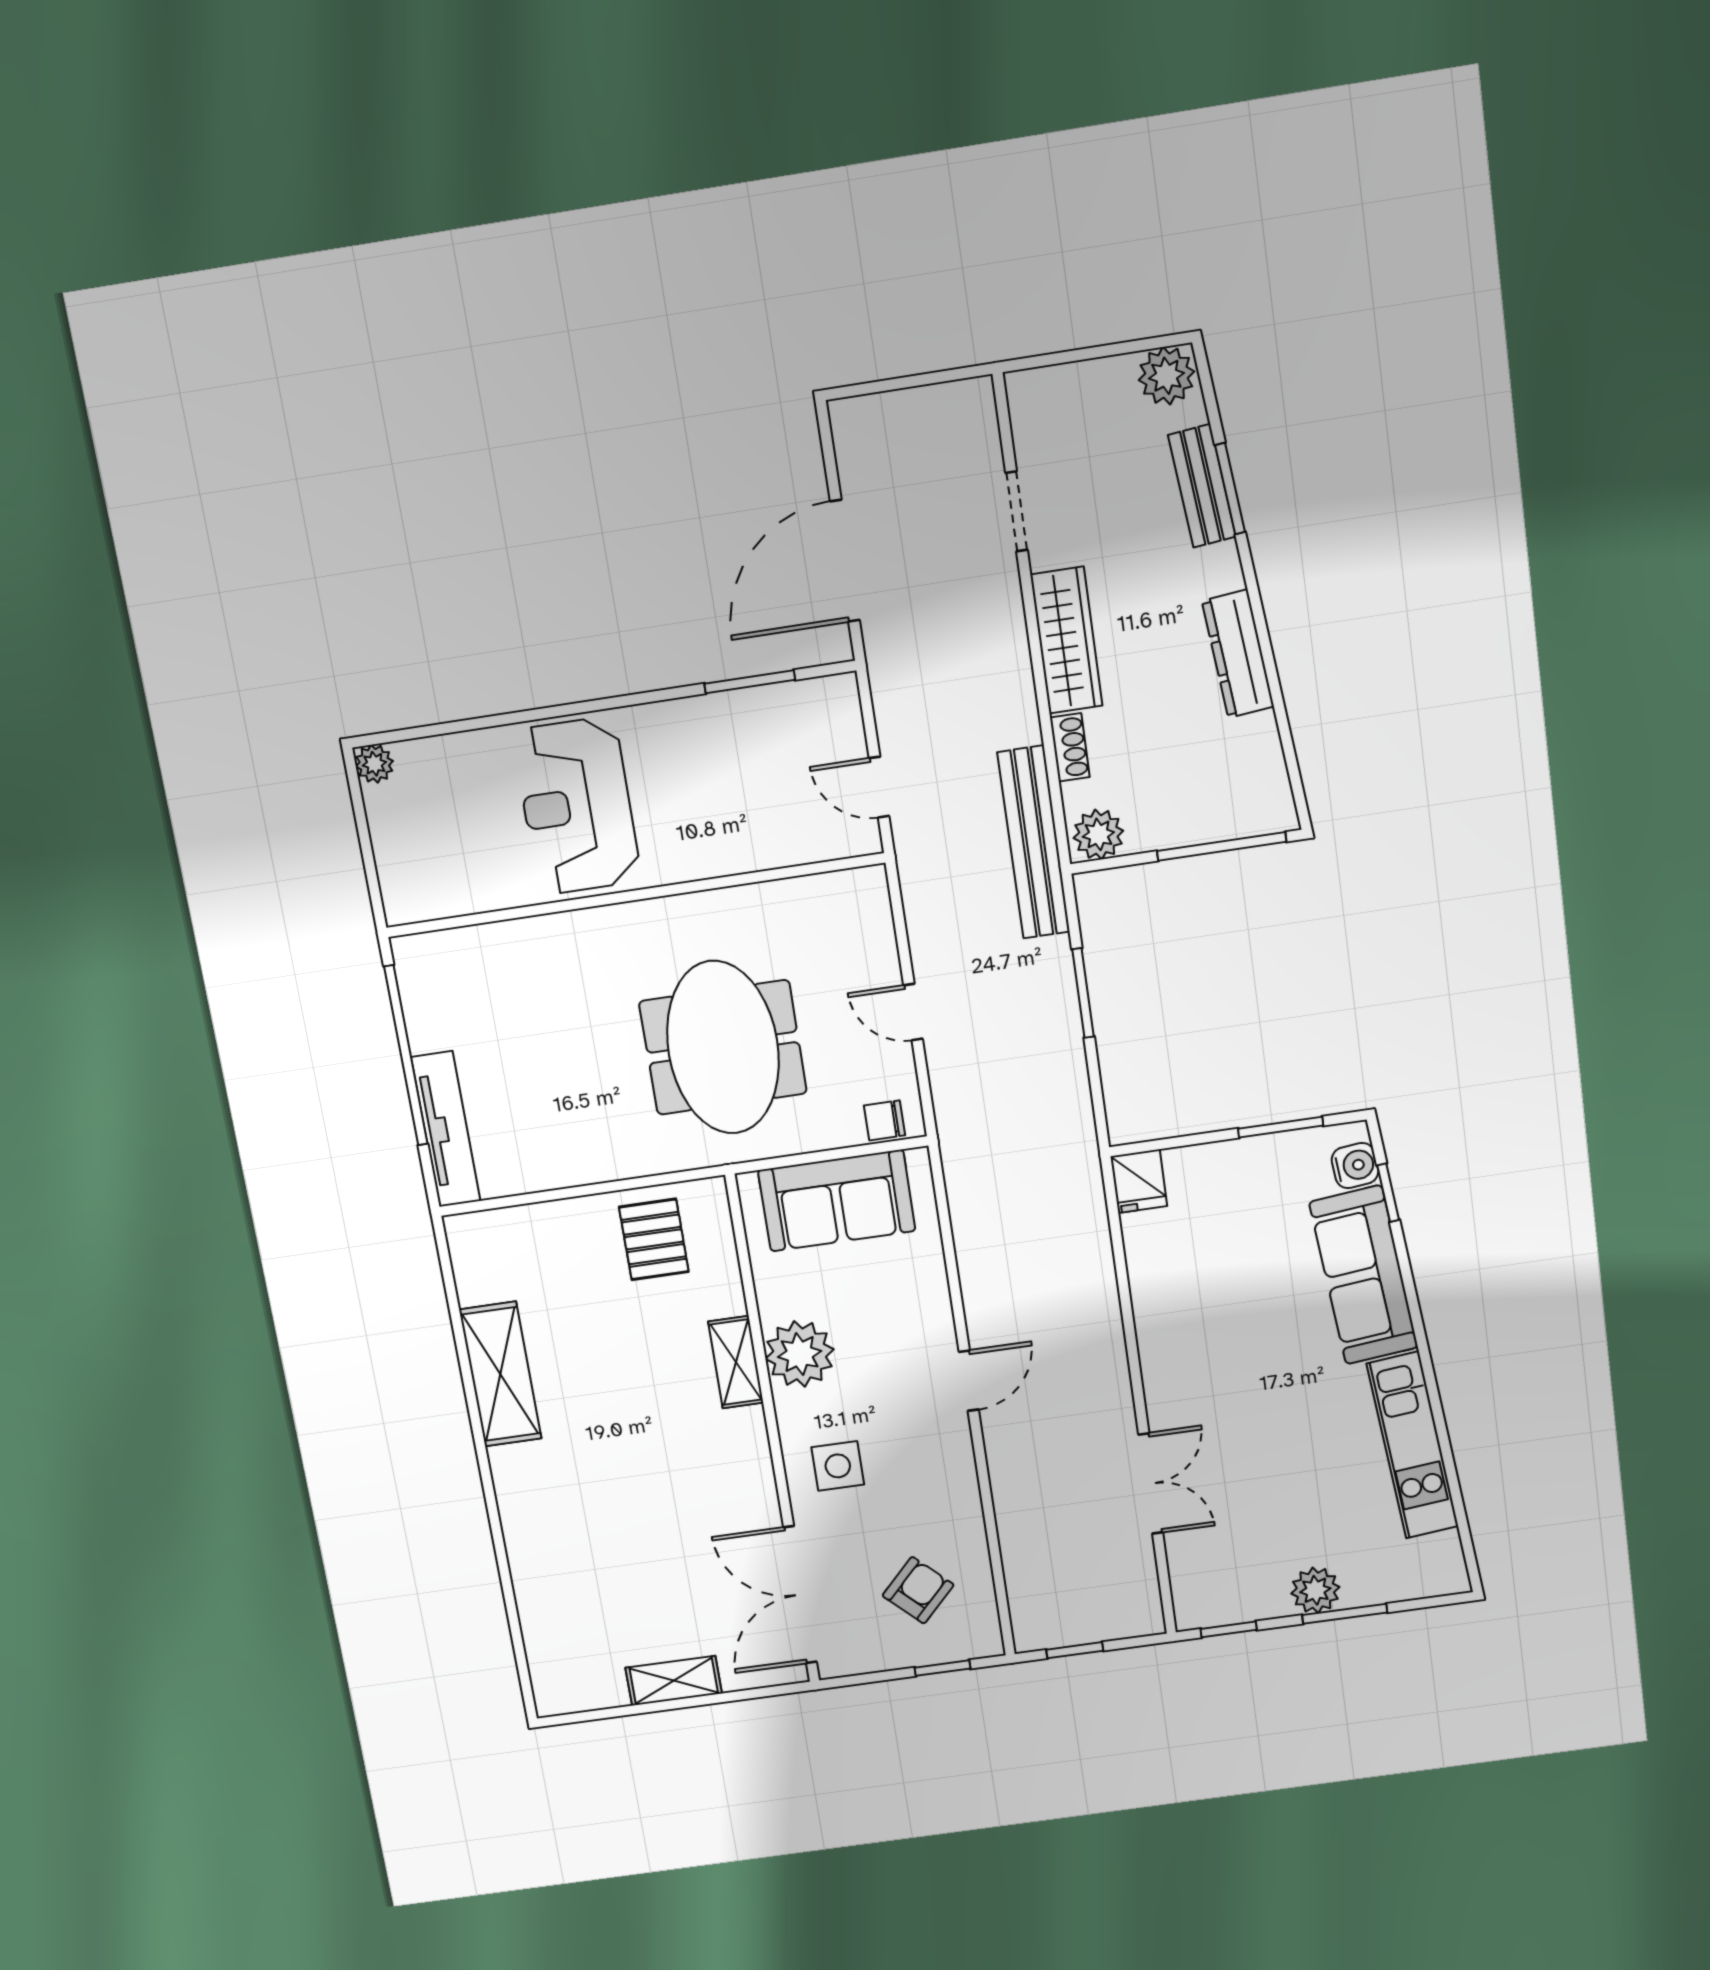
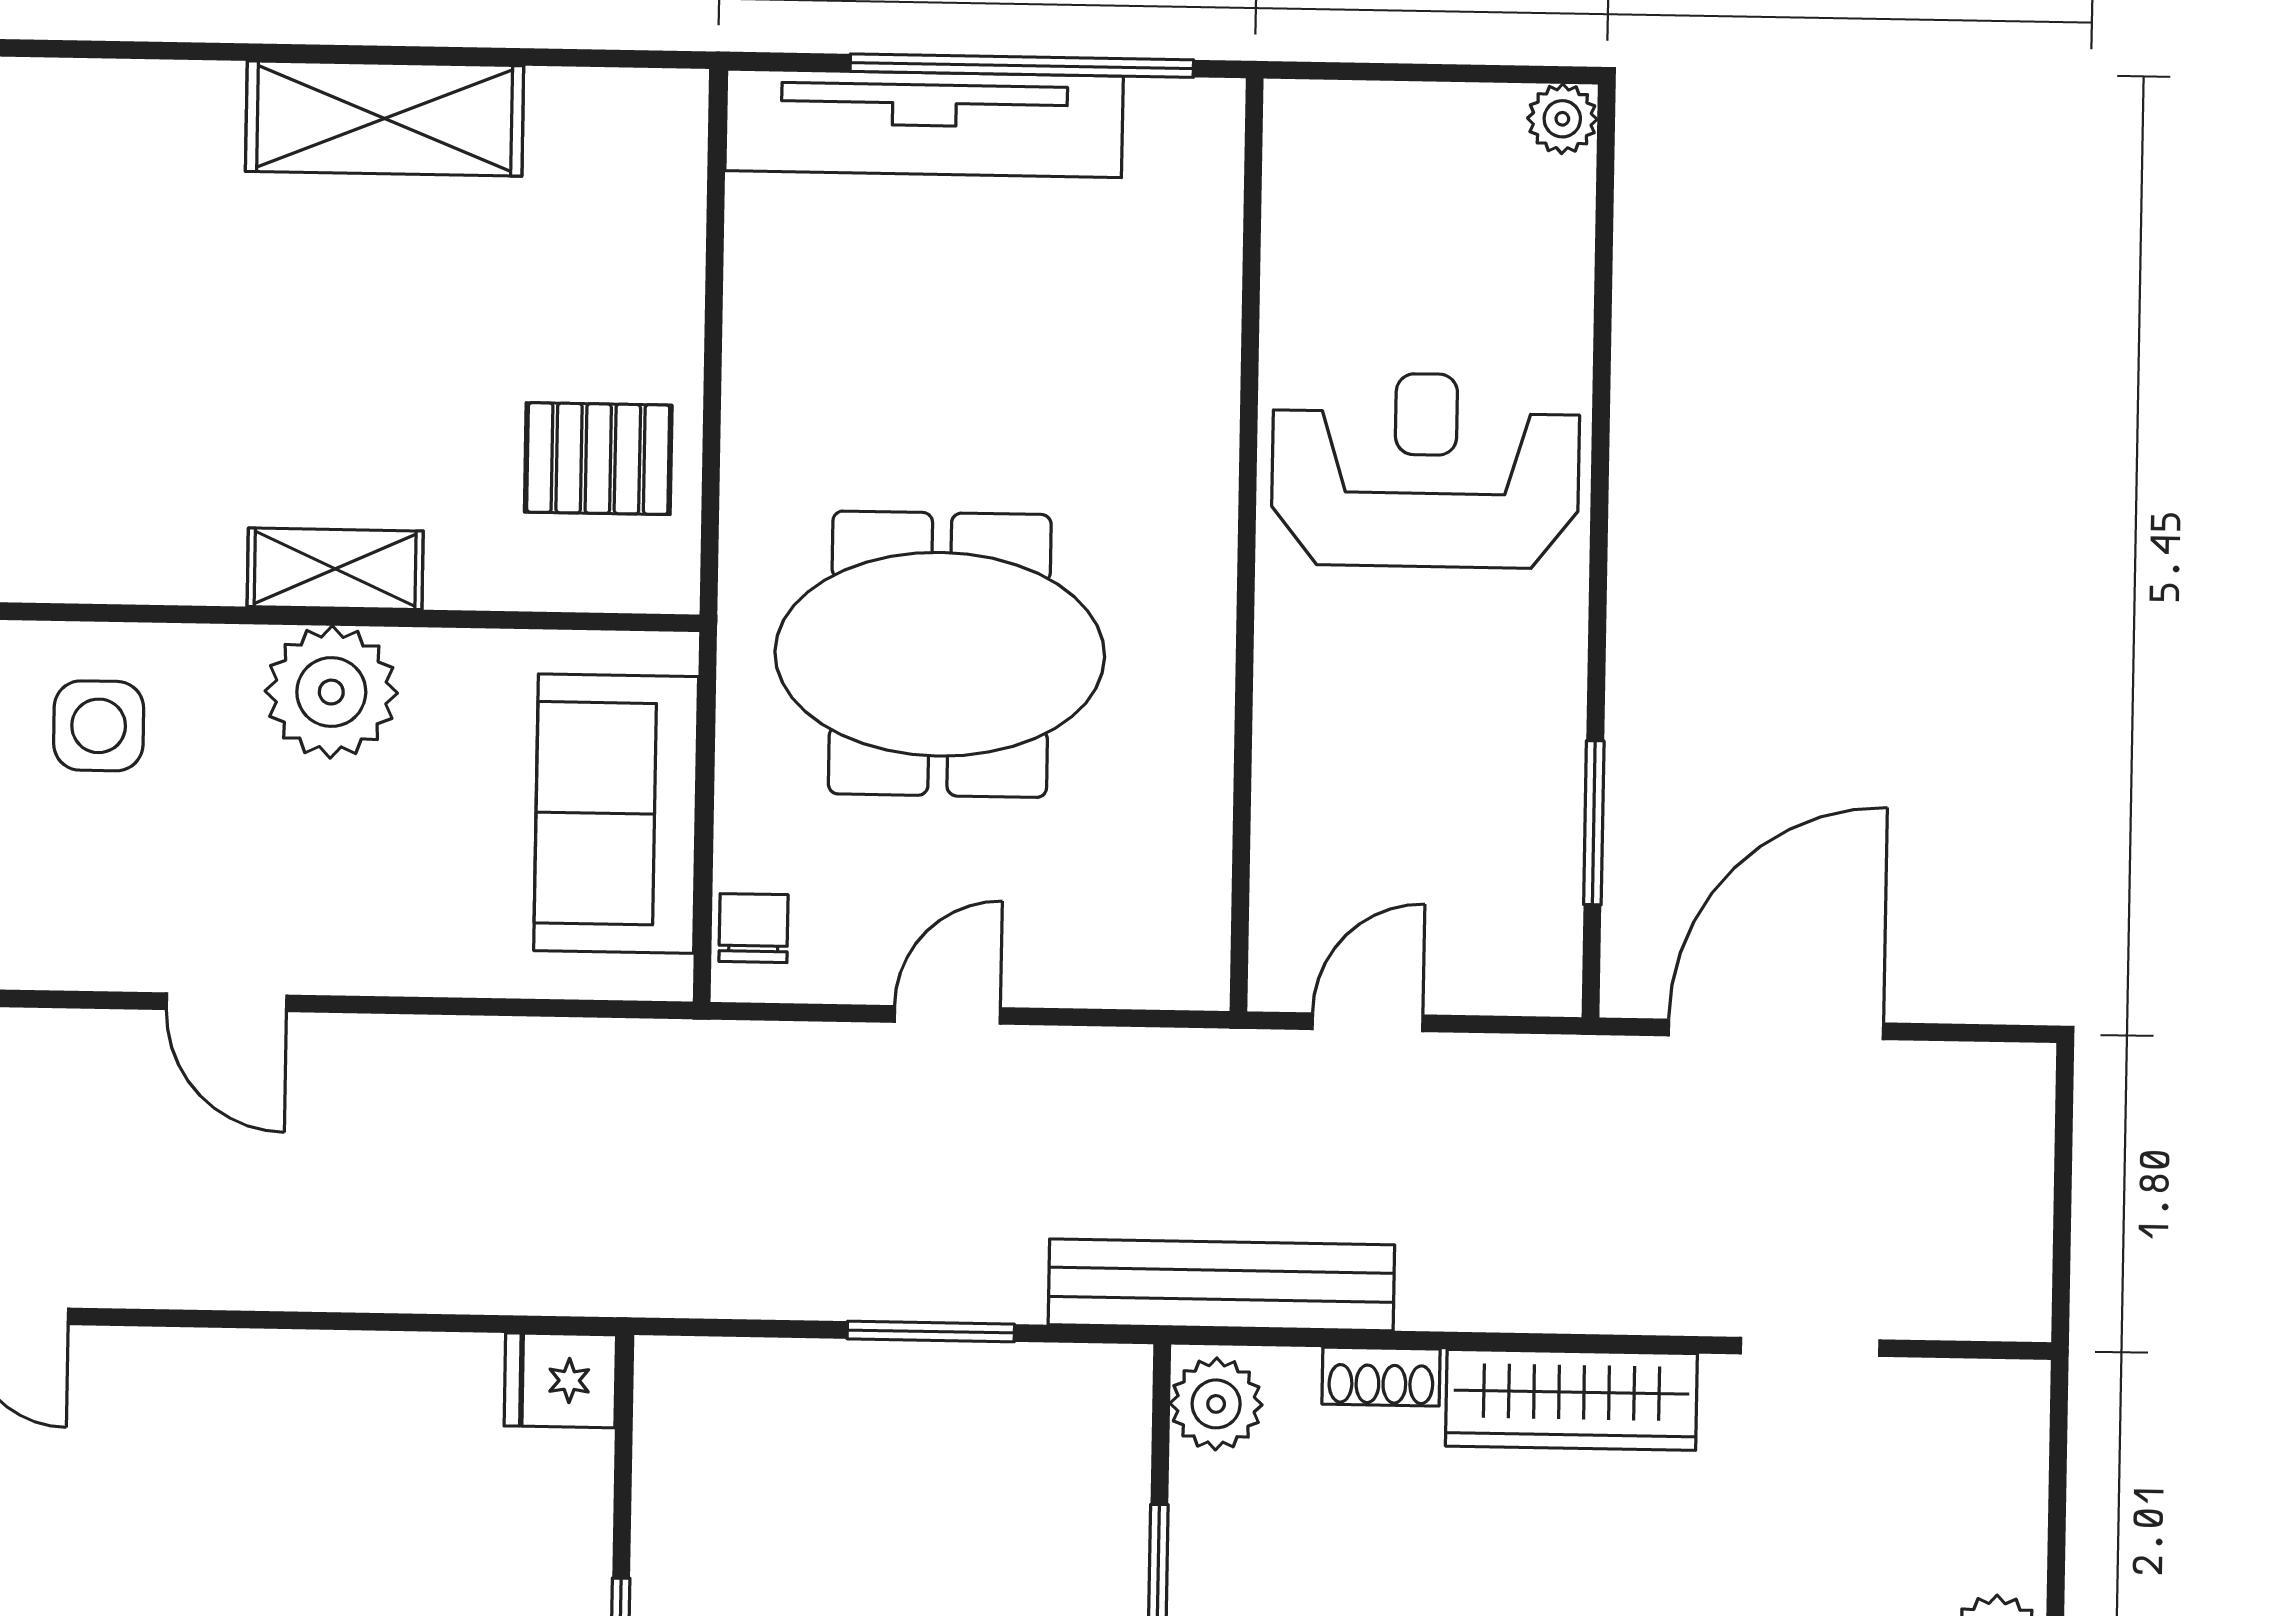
door: (845, 561) -> (1776, 1029), hinge flipped
tv unit: (446, 1129) -> (924, 123), width x1.36, depth x1.29

